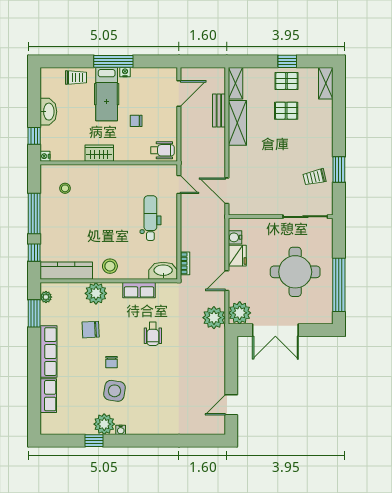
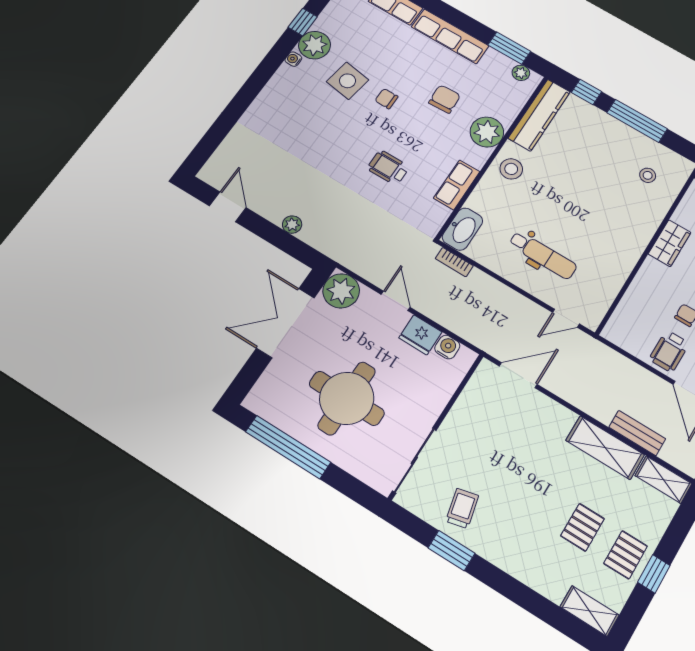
wheelchair: (162, 150) -> (669, 351), moved
plant: (214, 318) -> (292, 225), moved, width x0.53, depth x0.53

